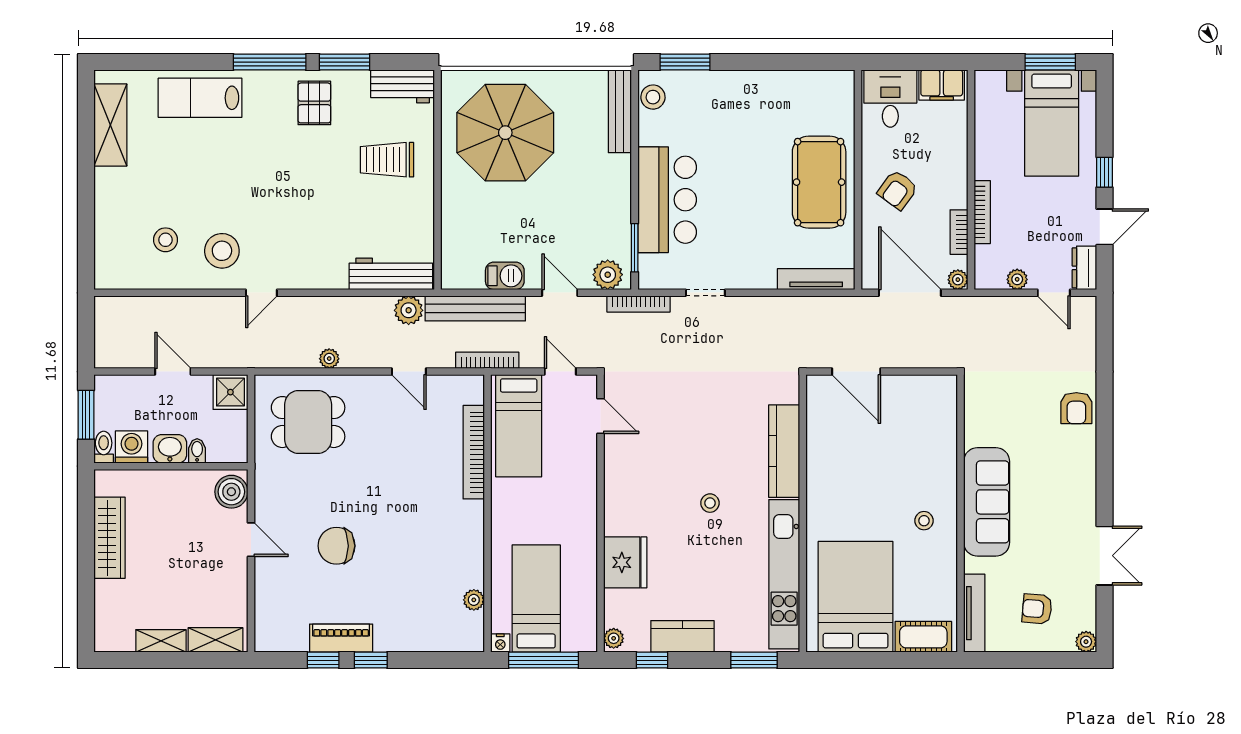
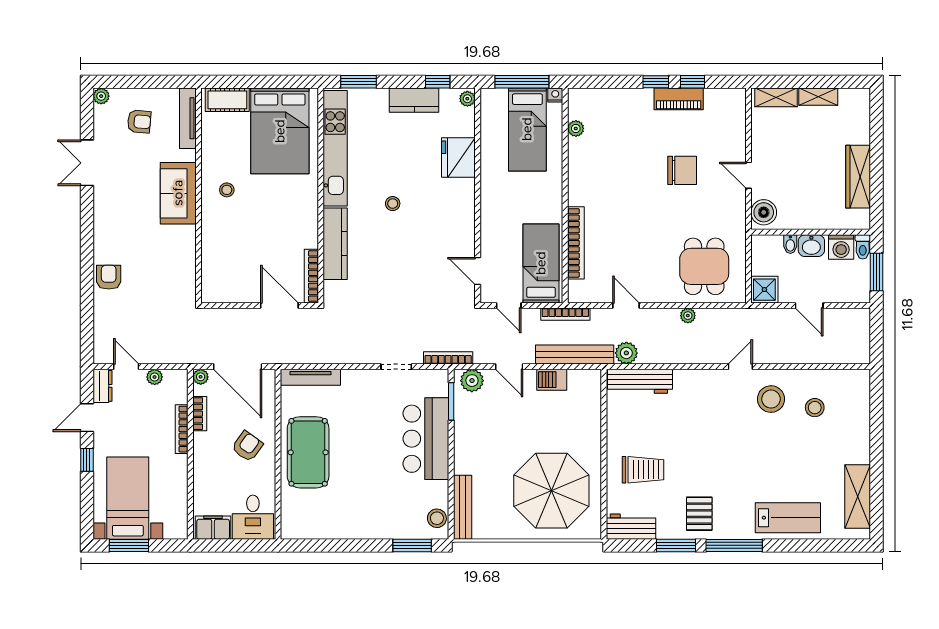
bookcase: (815, 410) -> (311, 276), added
dining table: (308, 422) -> (704, 266), turned 90
sofa: (987, 502) -> (178, 193), width x0.73

